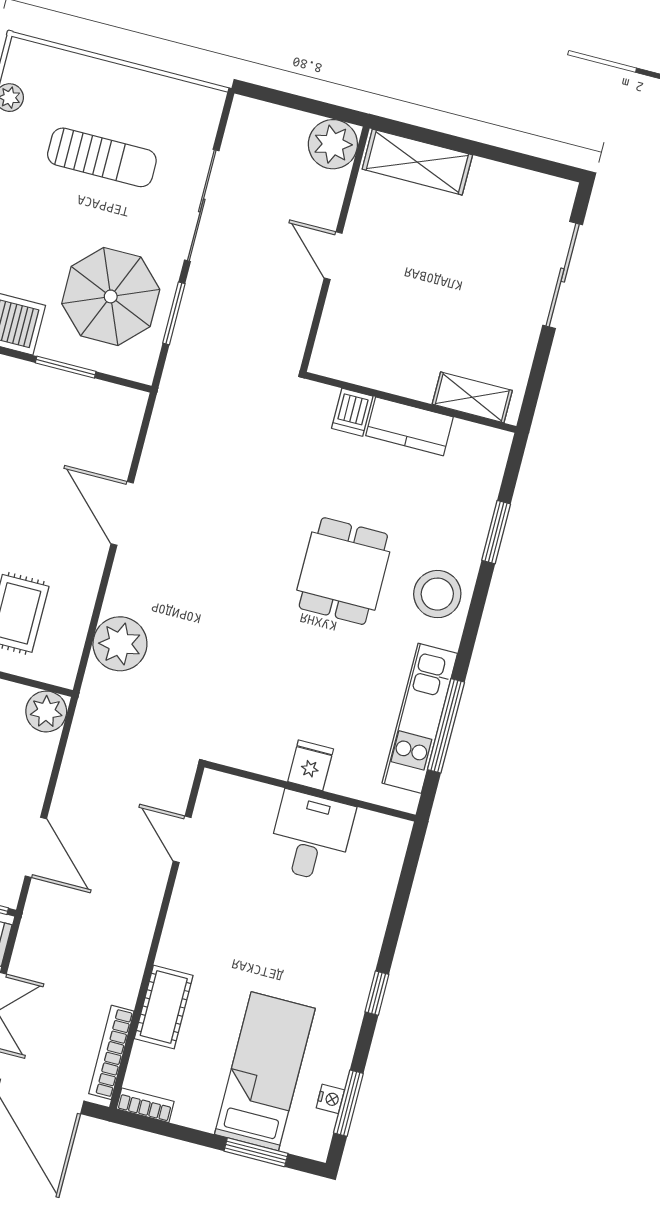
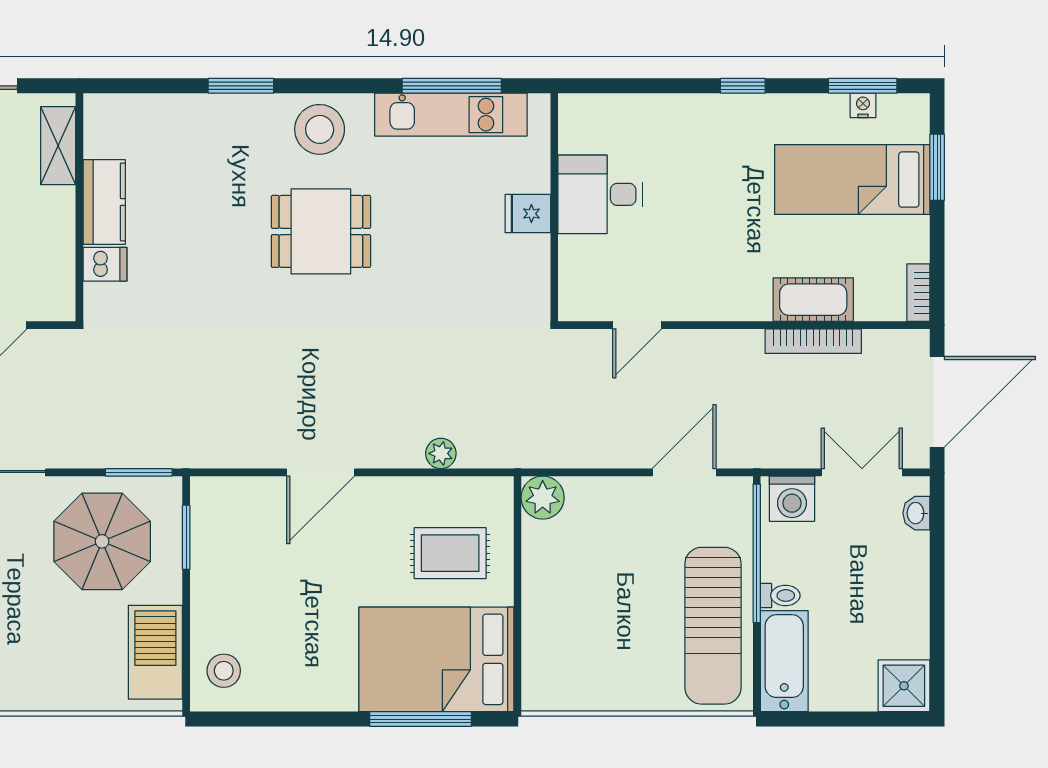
window: (174, 313) -> (139, 472), moved
window: (66, 367) -> (186, 537), moved
shelving: (472, 397) -> (58, 146), moved
wall: (411, 402) -> (79, 207), moved
dishwasher: (352, 412) -> (105, 264), moved
kitchen counter: (410, 426) -> (104, 202), moved
plant: (120, 644) -> (441, 453), width x0.53, depth x0.53
bookcase: (111, 1052) -> (813, 341), moved

